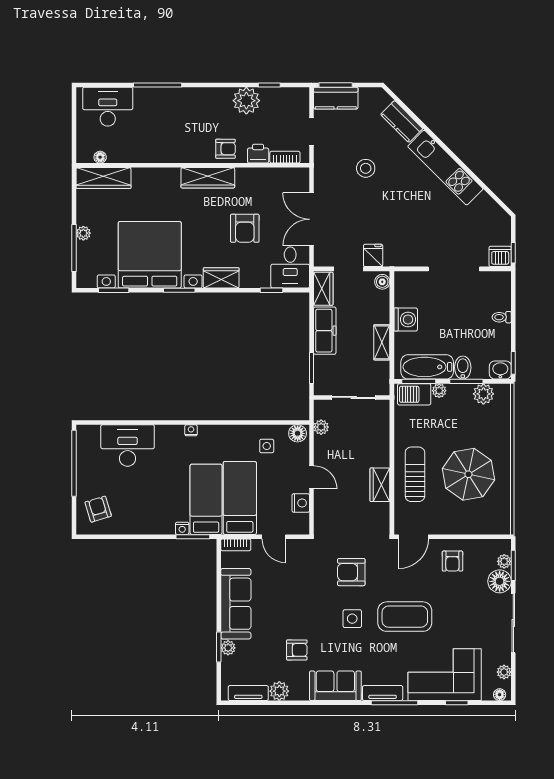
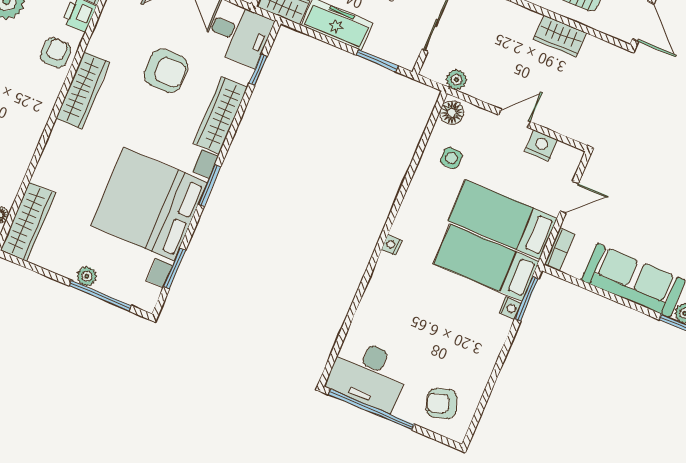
wardrobe: (221, 278) -> (221, 115), width x1.50
desk: (128, 445) -> (368, 374), moved, turned -90
armchair: (351, 572) -> (655, 118), removed

